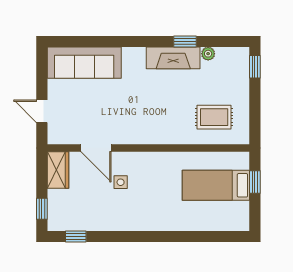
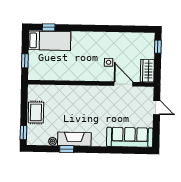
rug: (214, 117) -> (36, 112), moved, turned 90
bed: (216, 185) -> (50, 41), moved
window: (76, 236) -> (49, 27), moved

